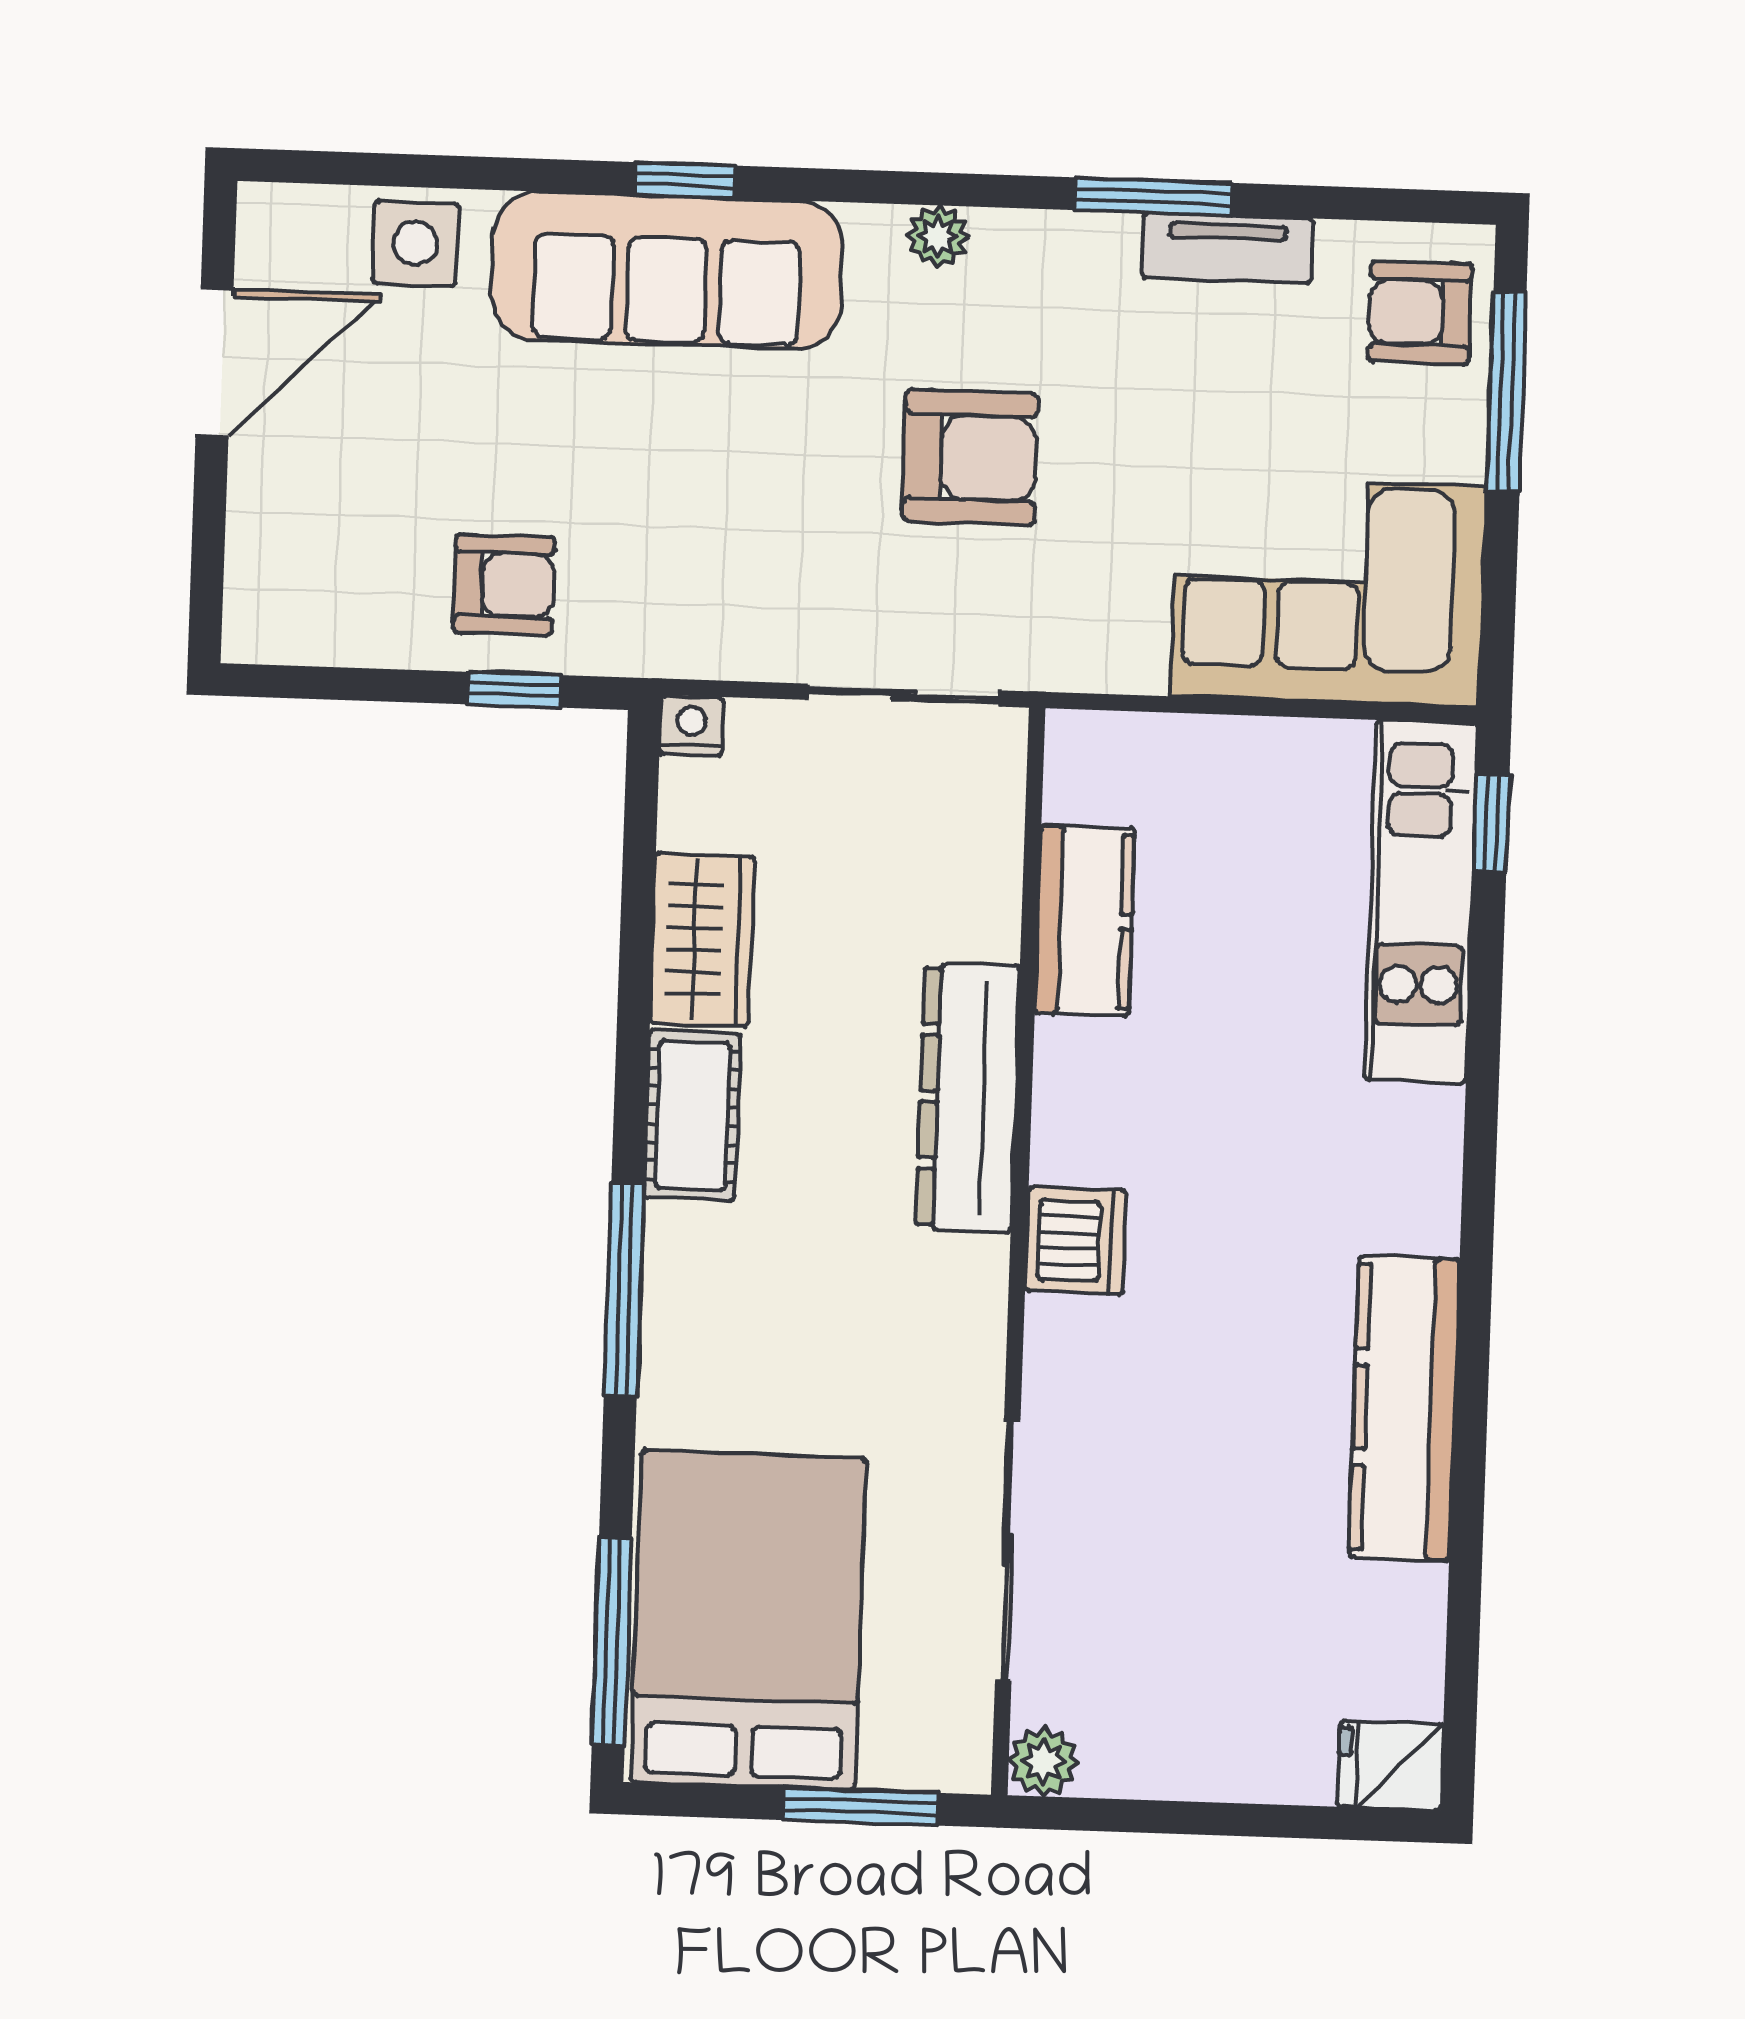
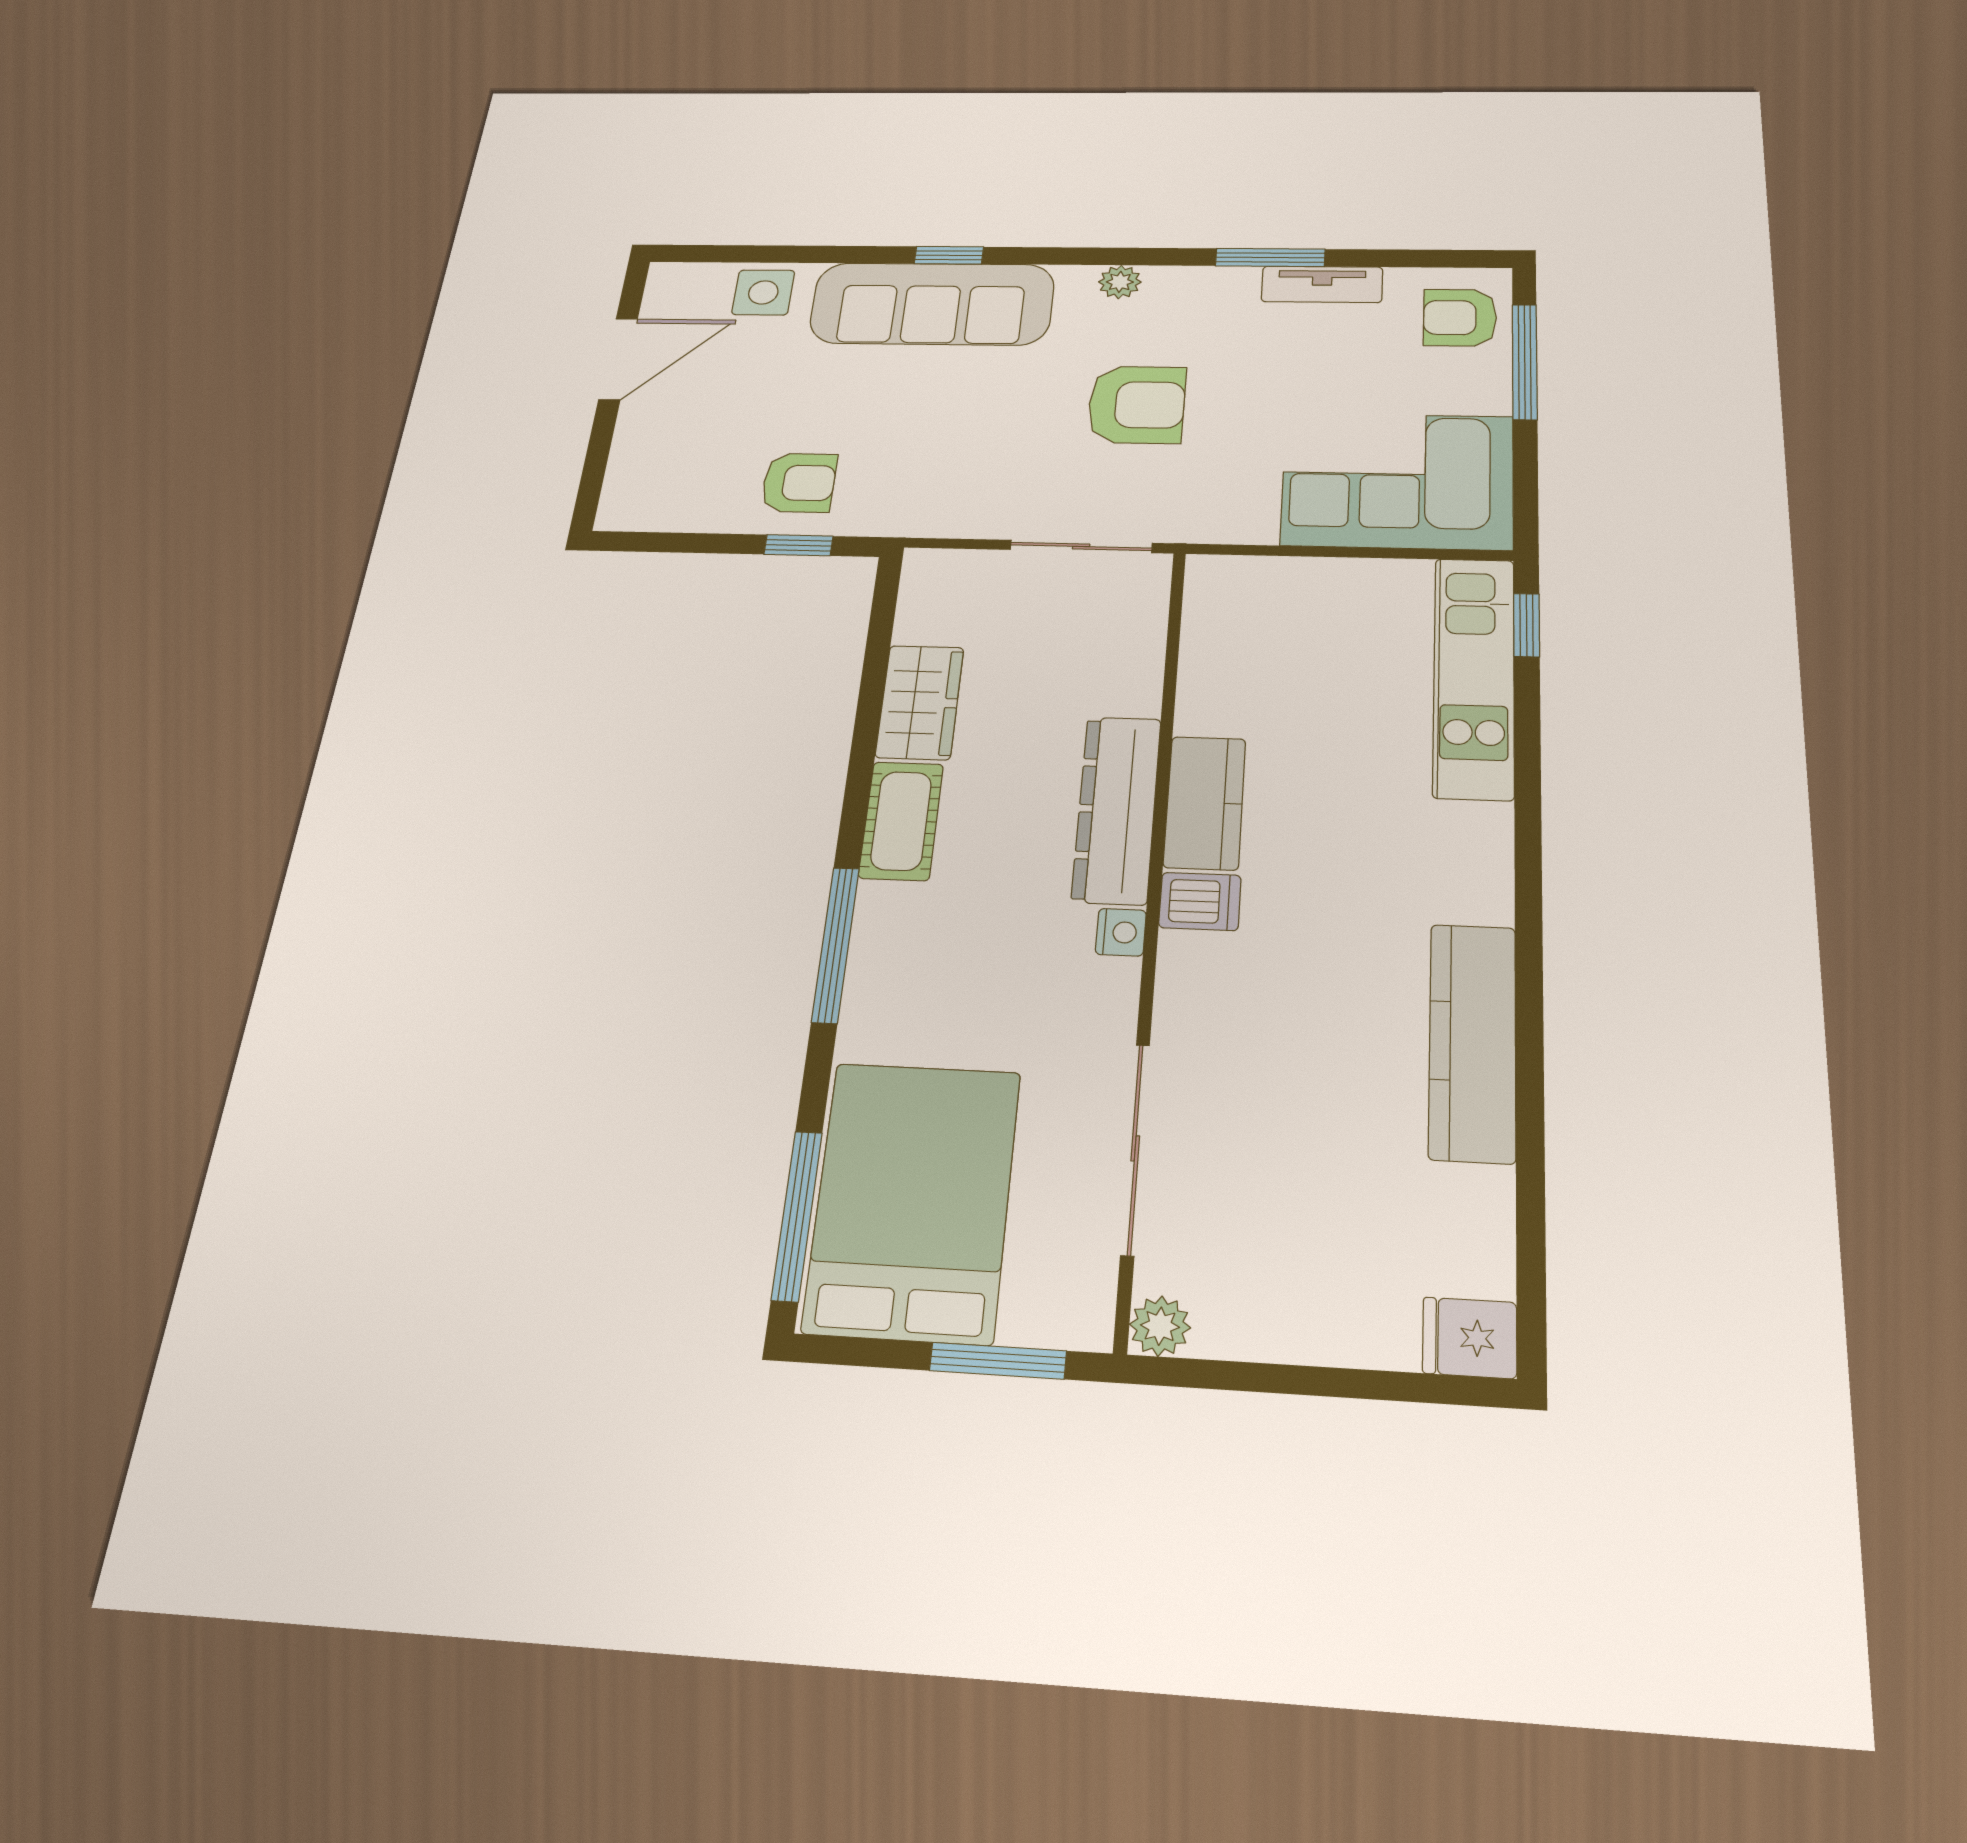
nightstand: (691, 726) -> (1121, 932), moved, turned 90
kitchen counter: (1085, 921) -> (1205, 803), moved
dishwasher: (1076, 1241) -> (1200, 901), width x0.73

